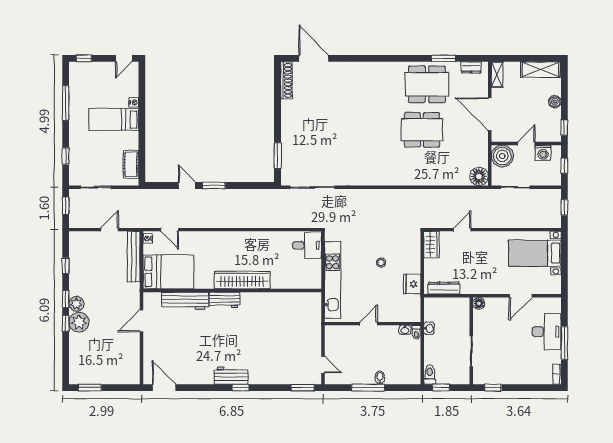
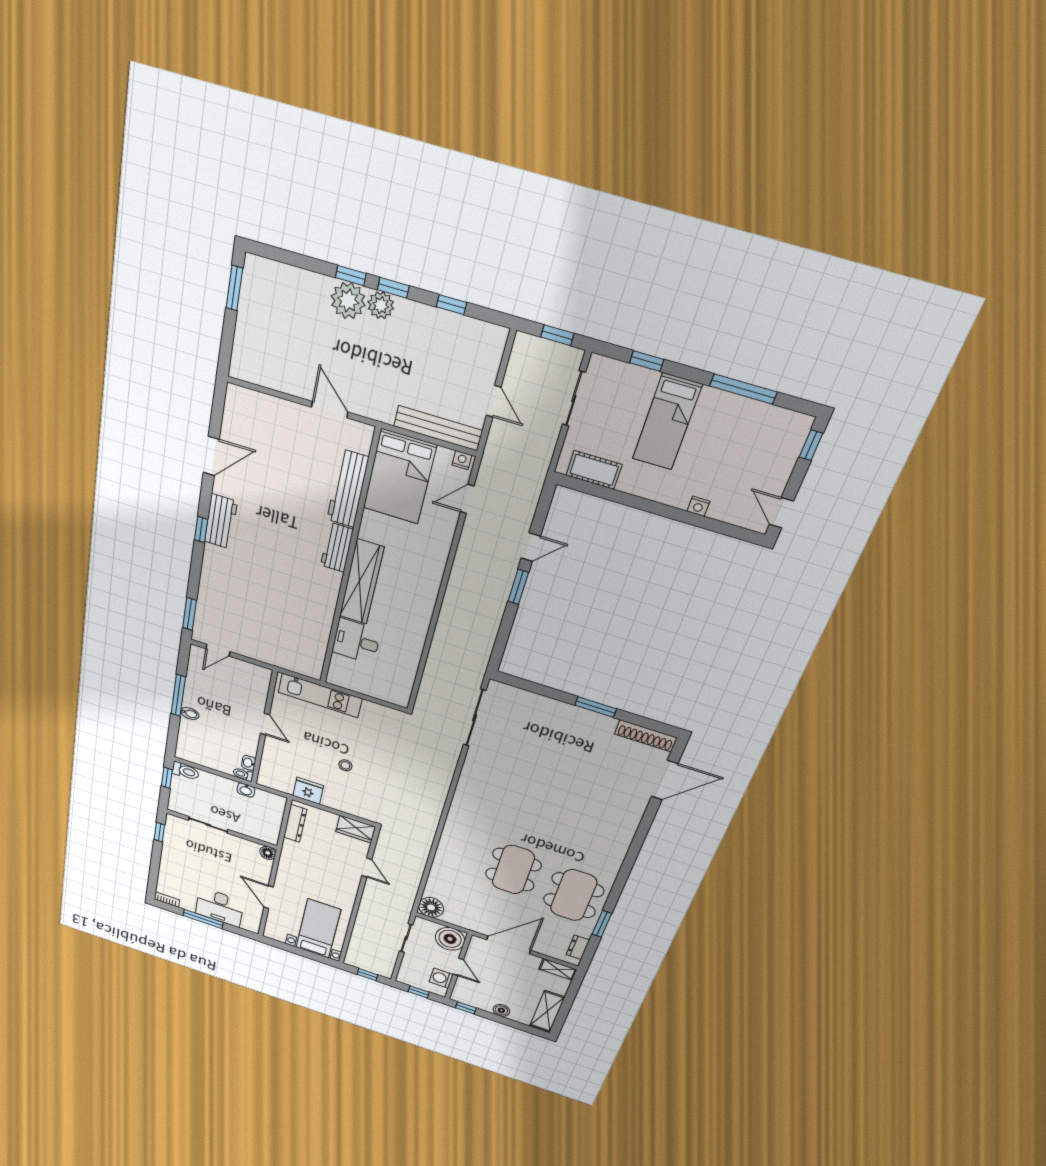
bed: (114, 120) -> (667, 422), moved, turned 180
window: (278, 155) -> (596, 707), moved
desk: (307, 245) -> (356, 641), moved, turned 90
kitchen unit: (332, 280) -> (320, 695), width x0.73
door: (164, 388) -> (211, 456), moved

